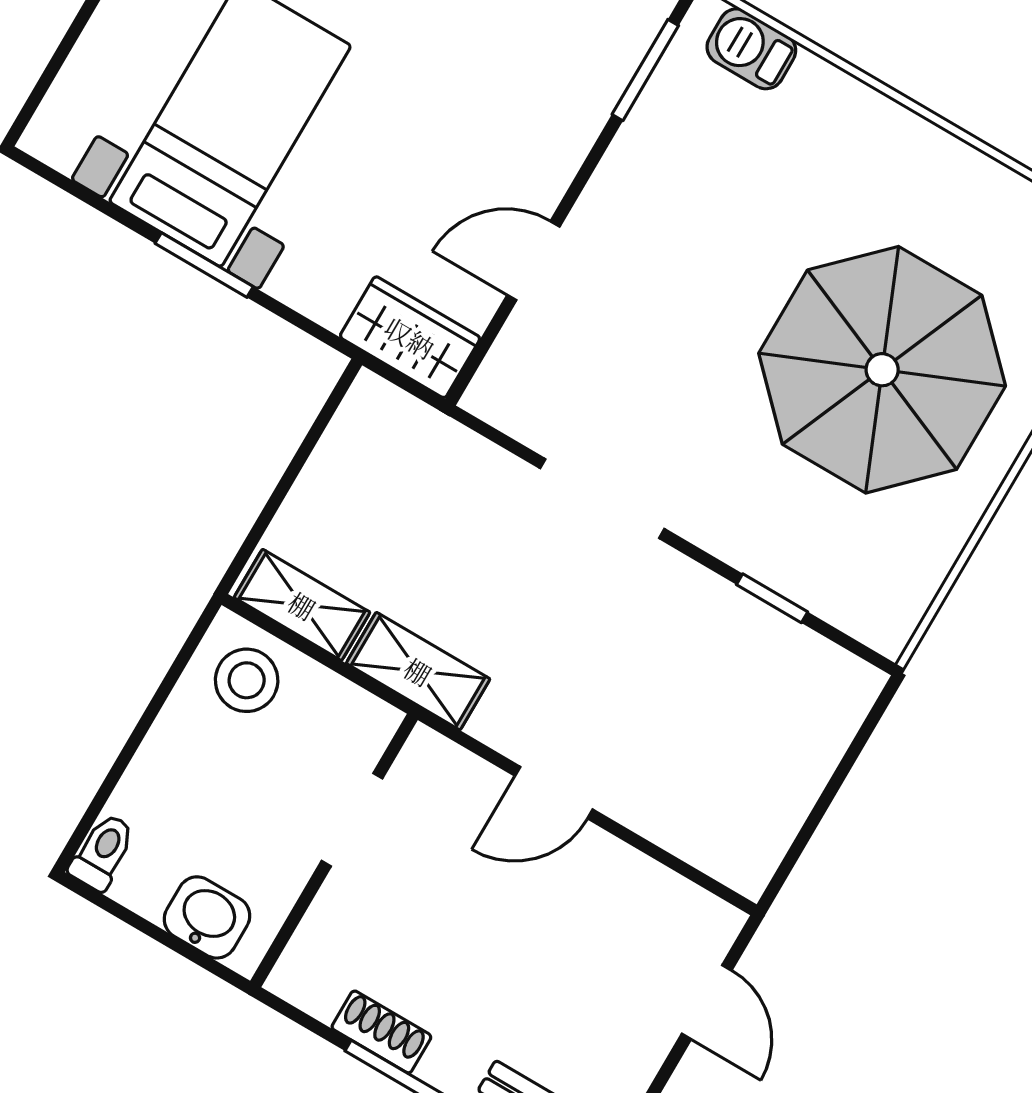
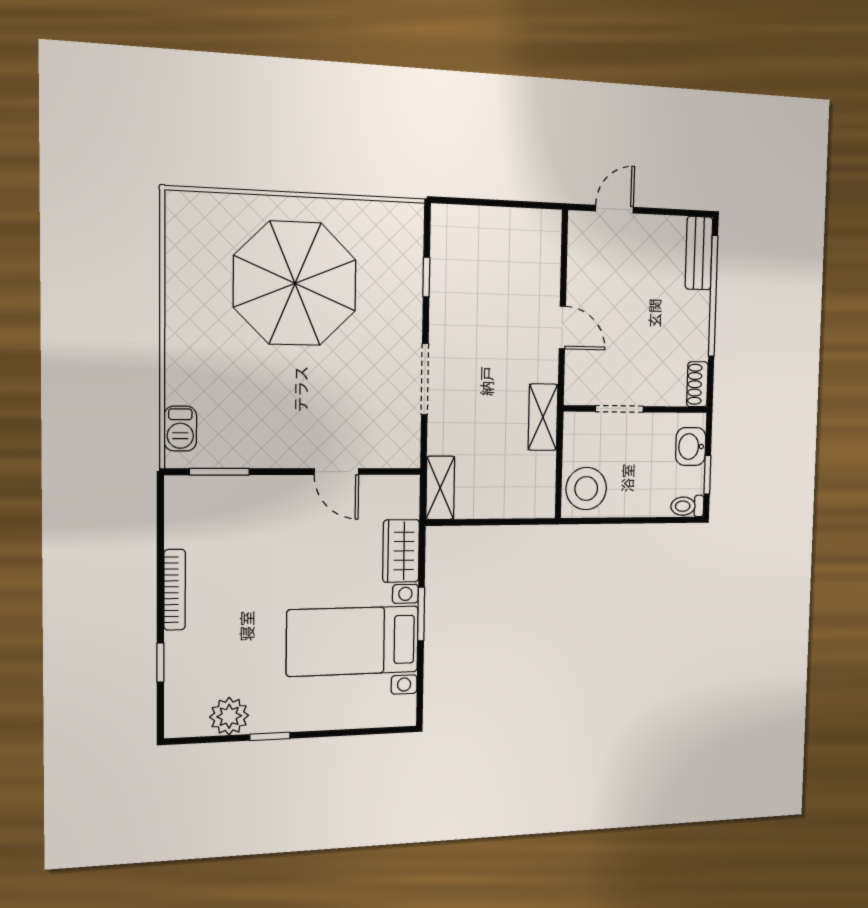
wardrobe: (410, 337) -> (401, 551), moved
shelving: (302, 605) -> (440, 488), moved
stool: (247, 680) -> (586, 489), width x1.38, depth x1.38
window: (137, 922) -> (707, 475), added
shoe rack: (381, 1032) -> (697, 384), moved

